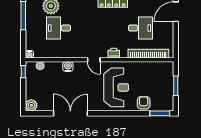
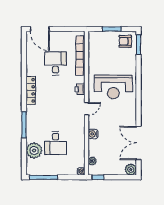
reception desk: (116, 87) -> (113, 87), turned 180
armchair: (144, 103) -> (125, 41), moved
double door: (70, 113) -> (139, 143), moved

